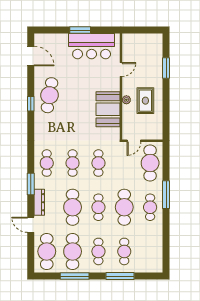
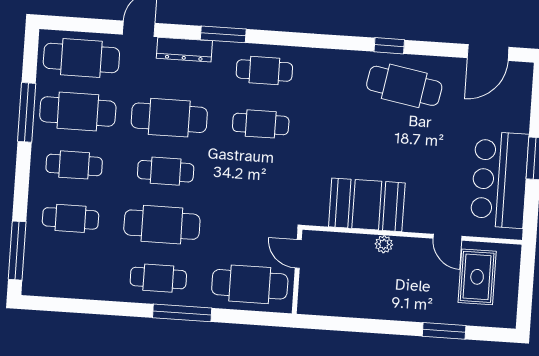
rug: (145, 101) -> (477, 277), moved, turned 90
cafe table: (98, 163) -> (257, 177), removed
window: (120, 276) -> (17, 251), moved

